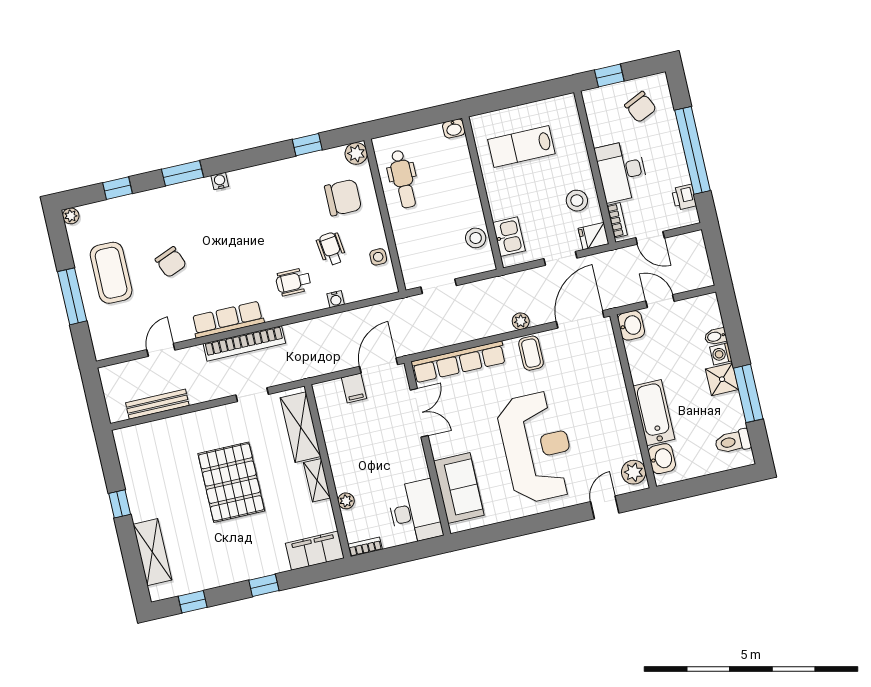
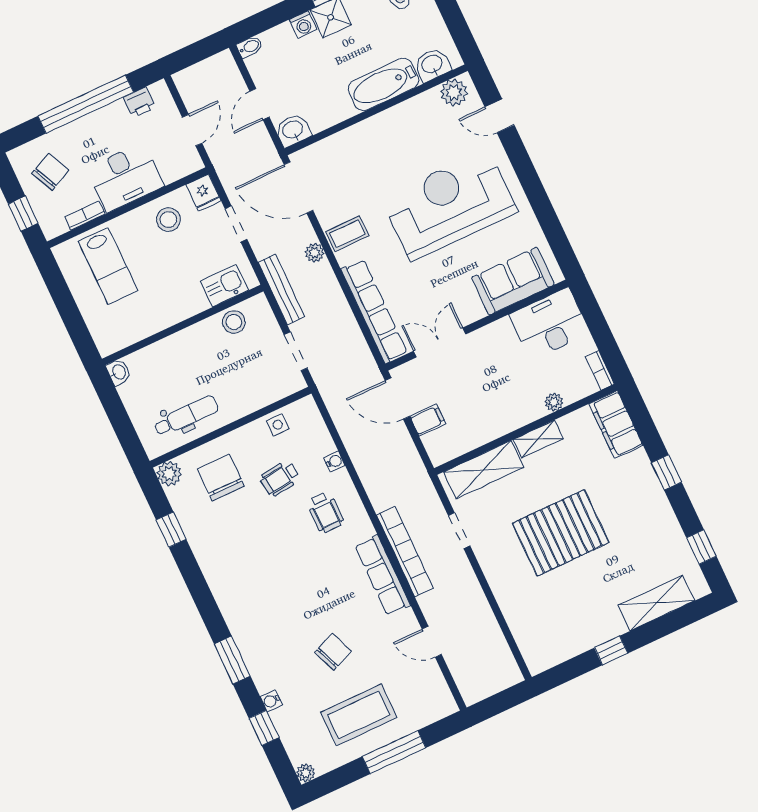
lab bench: (521, 147) -> (108, 266), moved
water cooler: (220, 181) -> (271, 701), moved
bookcase: (617, 220) -> (85, 215), moved
bidet: (716, 336) -> (250, 47), moved, turned -90
bench: (157, 404) -> (281, 290), moved

